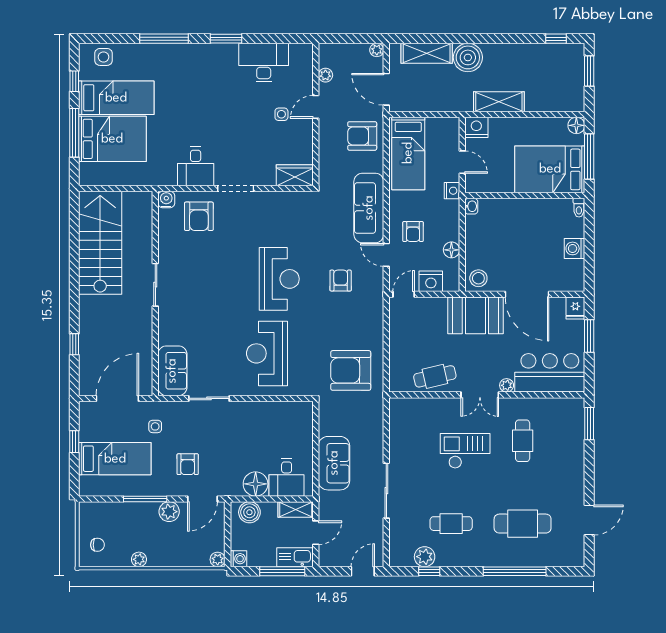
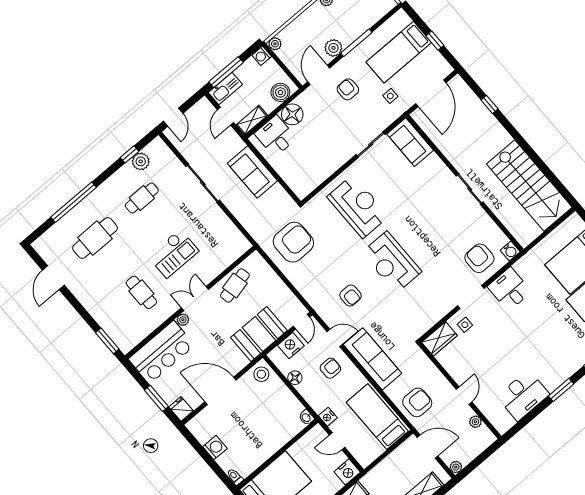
side table: (281, 114) -> (465, 325), moved
armchair: (413, 232) -> (330, 368), turned 90
booth: (475, 315) -> (259, 334), moved

